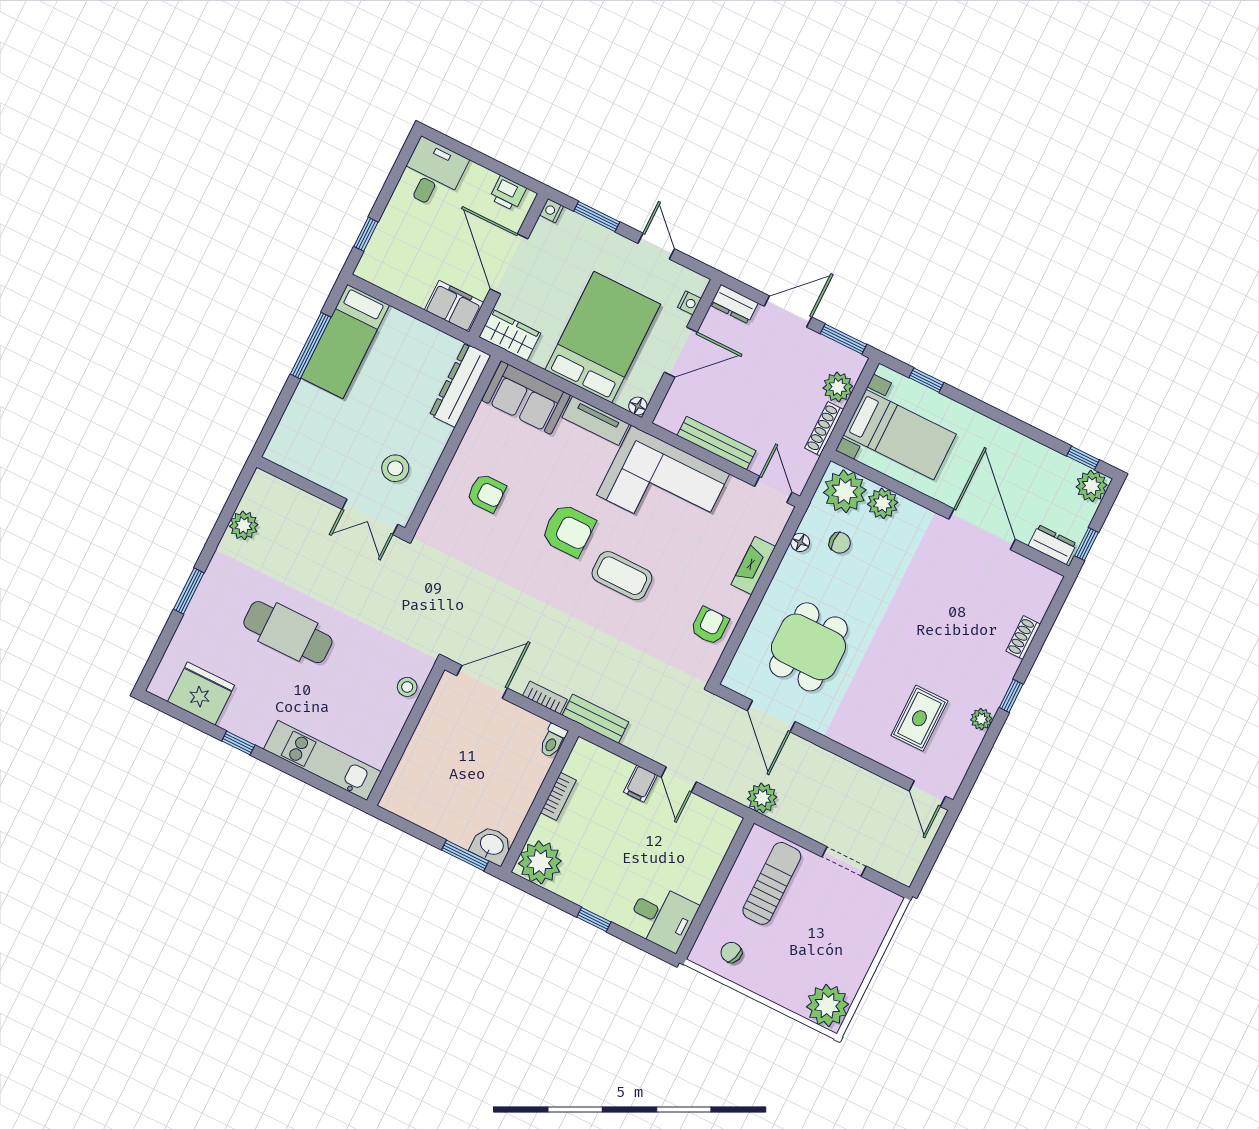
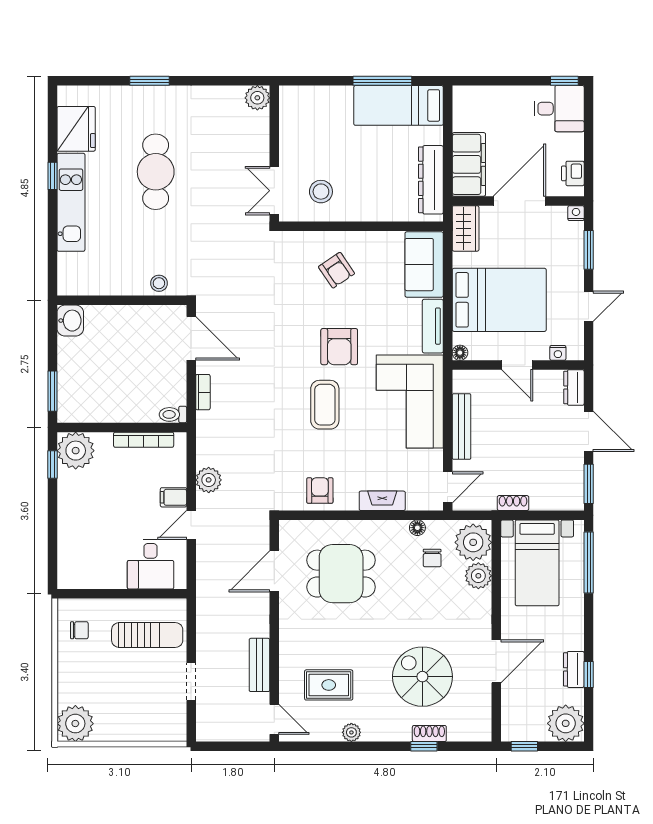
window: (366, 234) -> (564, 81), moved
filing cabinet: (454, 306) -> (469, 164), width x1.50, depth x1.17
door: (681, 352) -> (517, 365), width x0.73
window: (926, 380) -> (589, 562), width x2.17
dresser: (460, 385) -> (431, 180), moved, turned -90
plant: (838, 387) -> (550, 498), removed
shoe rack: (824, 429) -> (513, 503), width x0.70
window: (1083, 458) -> (589, 674), moved
plant: (1092, 486) -> (566, 723), width x1.36, depth x1.36
armchair: (486, 493) -> (337, 270), turned -34
plant: (244, 525) -> (257, 98), moved
door: (982, 529) -> (496, 661), width x0.73
dresser: (1052, 545) -> (574, 669), moved, turned 180
spiral stairs: (960, 615) -> (422, 677), added
armchair: (710, 626) -> (320, 490), turned -90
window: (1011, 696) -> (424, 746), moved
bench: (595, 719) -> (259, 665), moved
kitchen unit: (322, 761) -> (71, 202), moved
door: (927, 794) -> (274, 719), swing flipped
bookcase: (558, 796) -> (144, 440), width x1.56
plant: (762, 798) -> (209, 480), moved
washbasin: (491, 845) -> (70, 321), moved
desk: (662, 917) -> (151, 564), moved
window: (594, 919) -> (52, 464), moved
chair: (731, 952) -> (79, 630), turned 72

